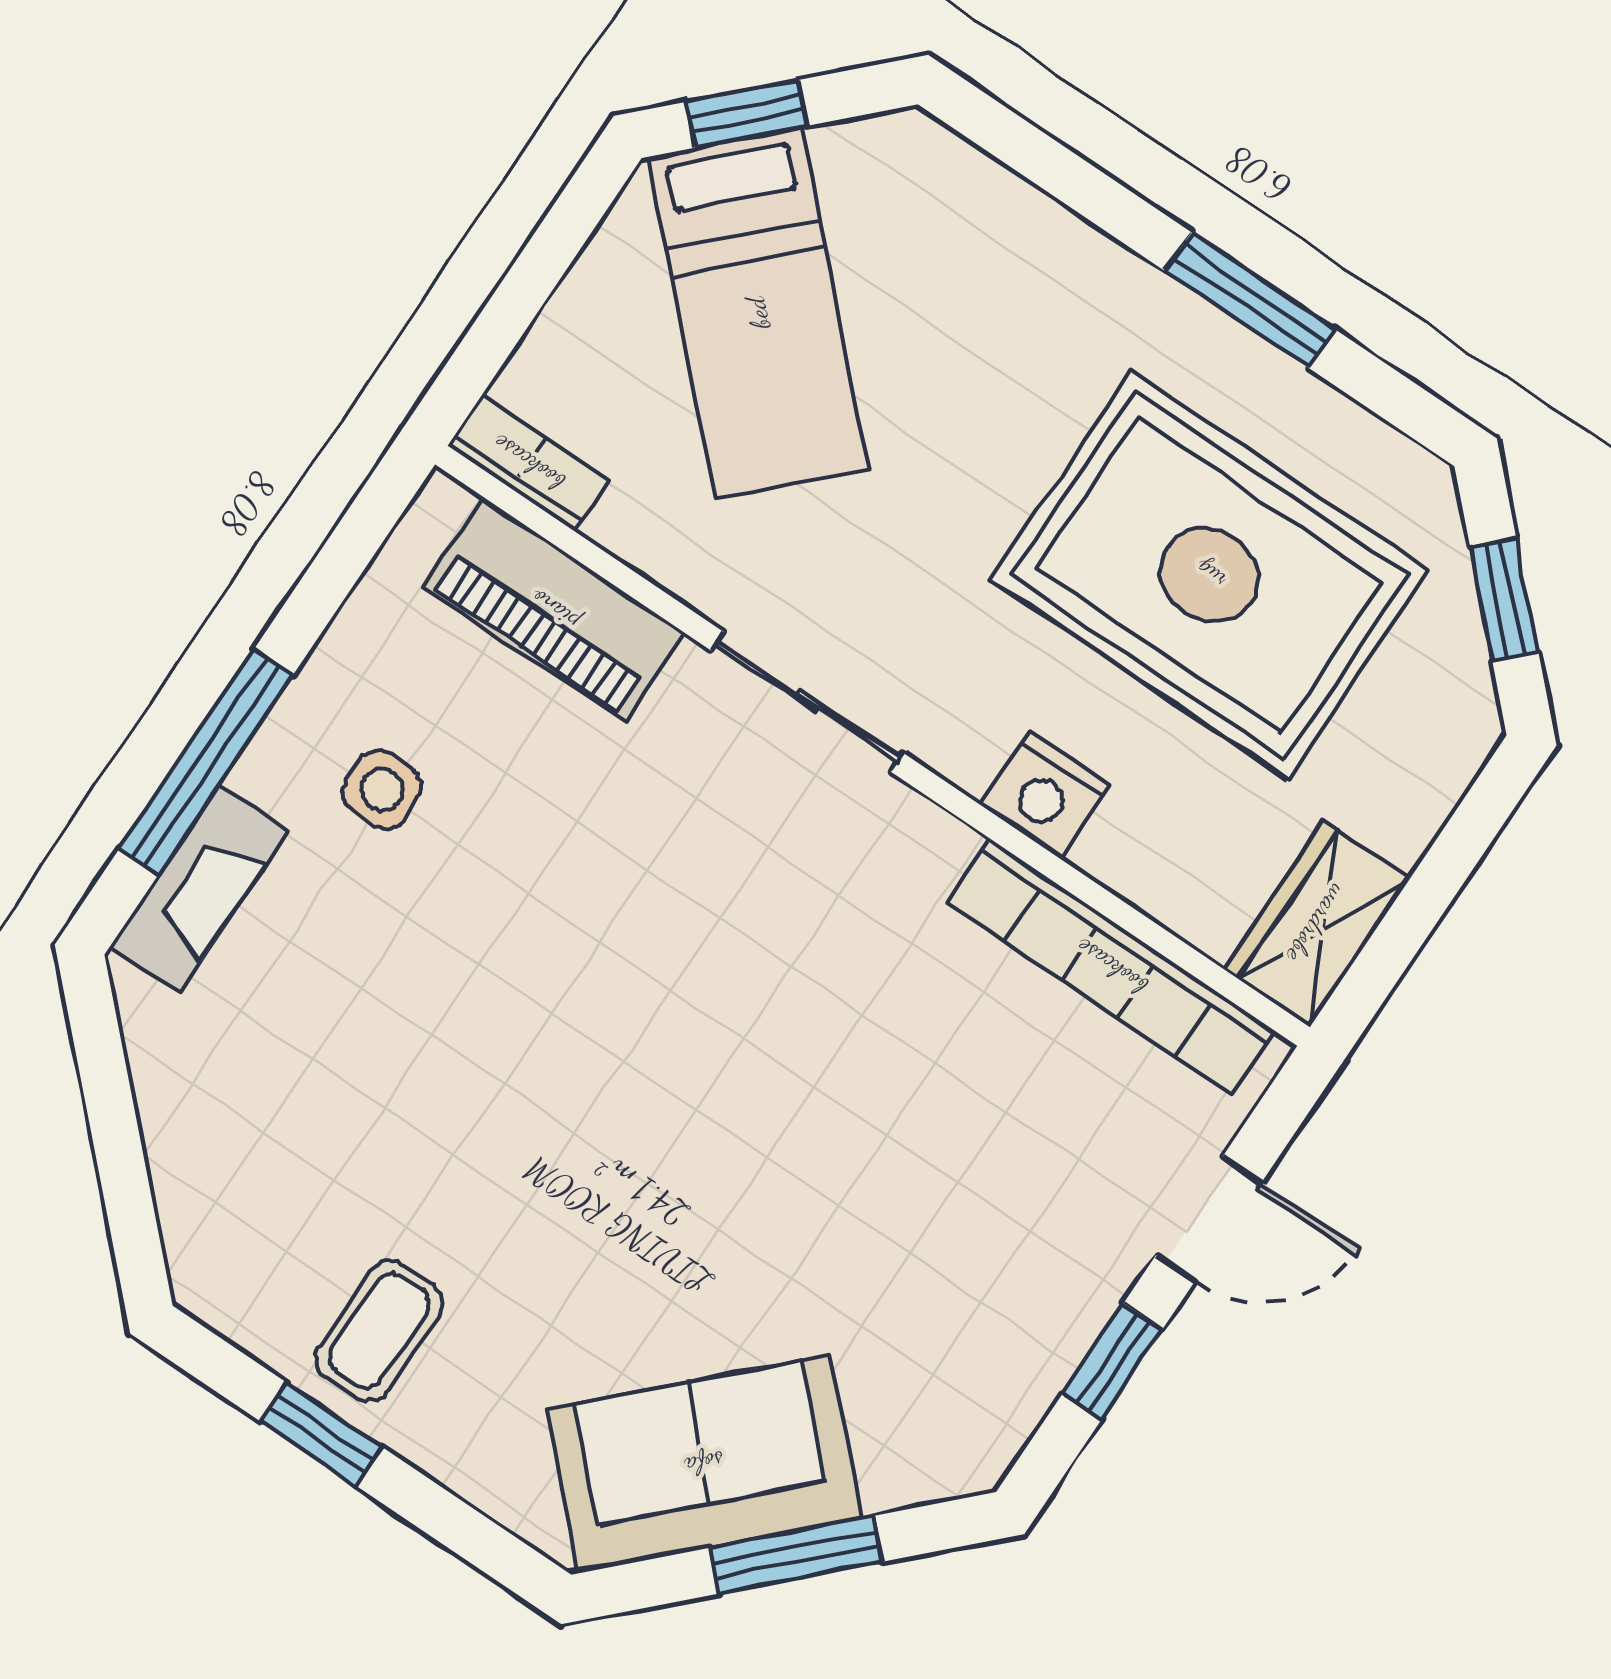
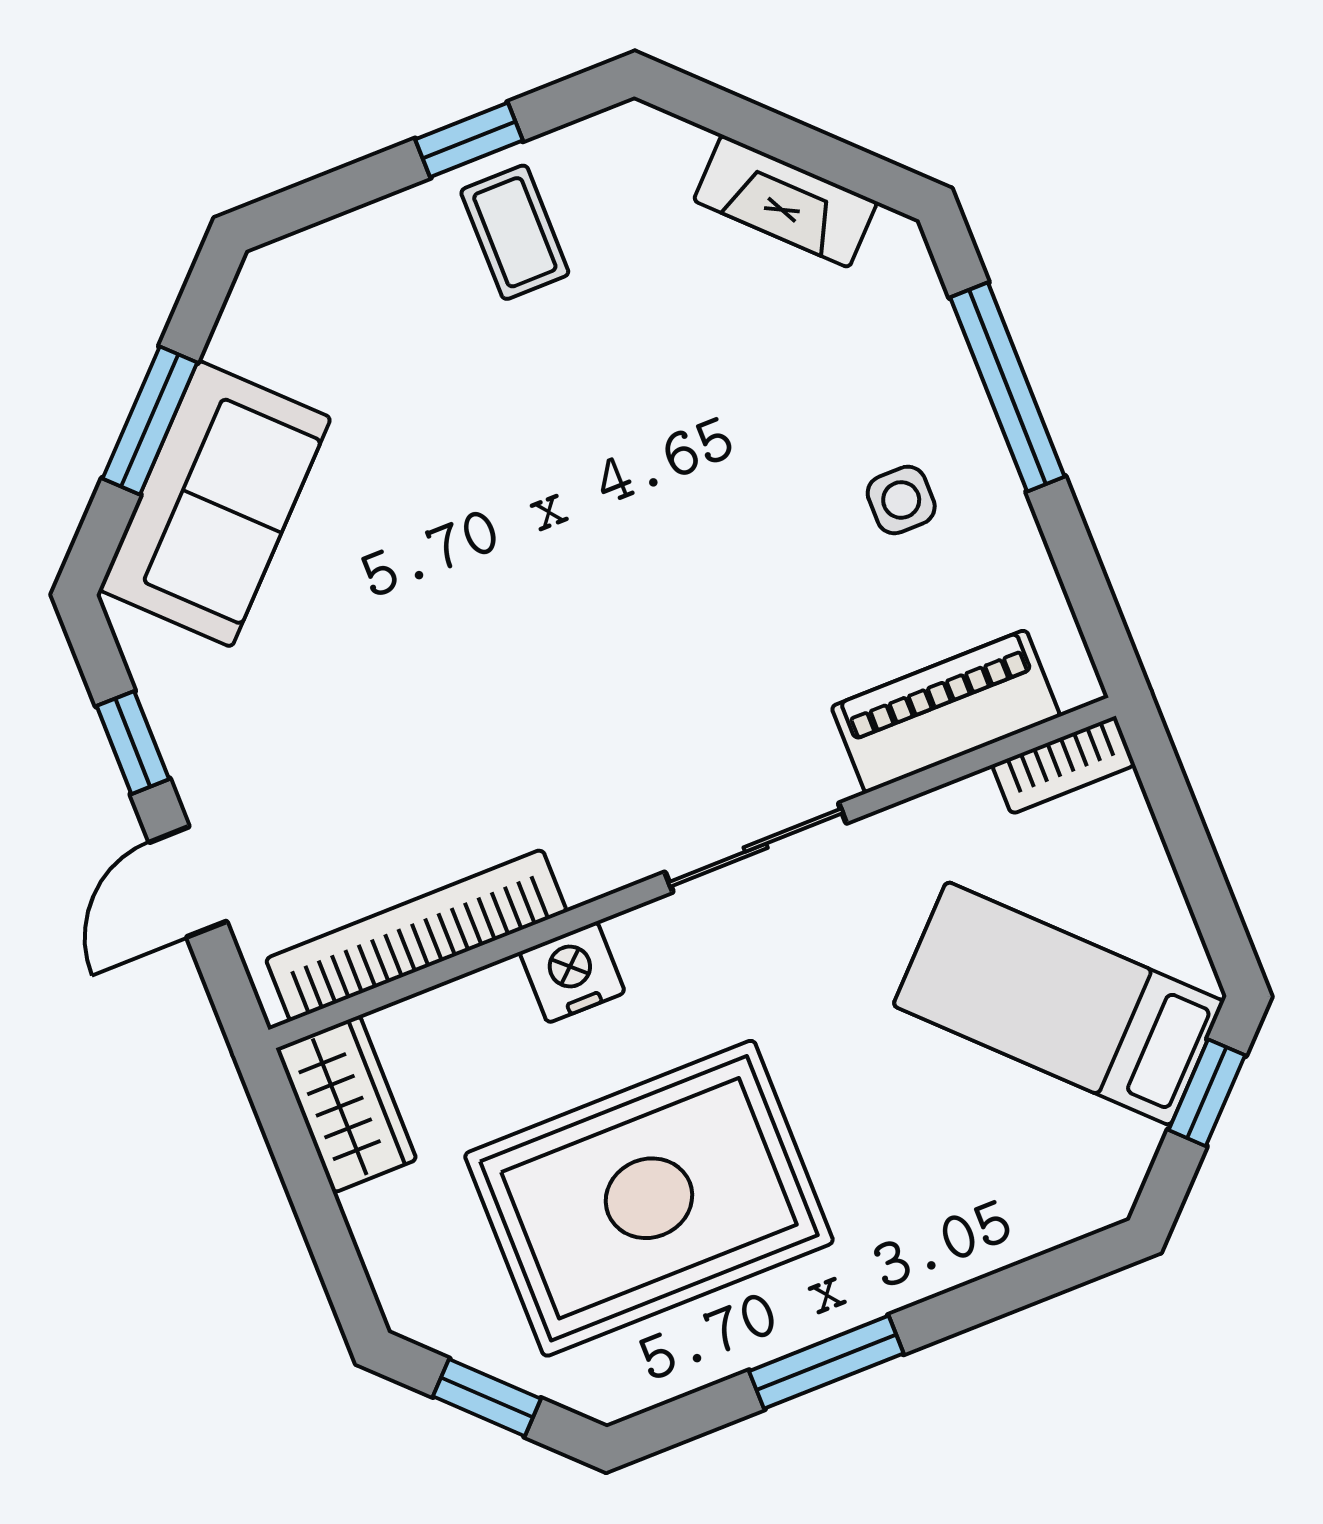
fireplace: (199, 889) -> (785, 201), moved, turned -45
sofa: (704, 1464) -> (215, 504), moved

